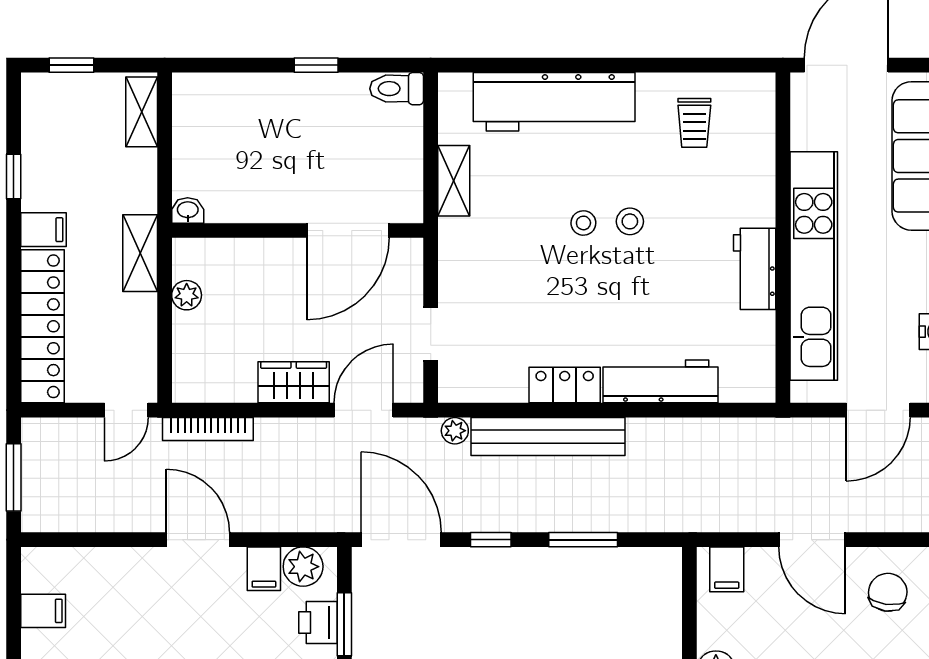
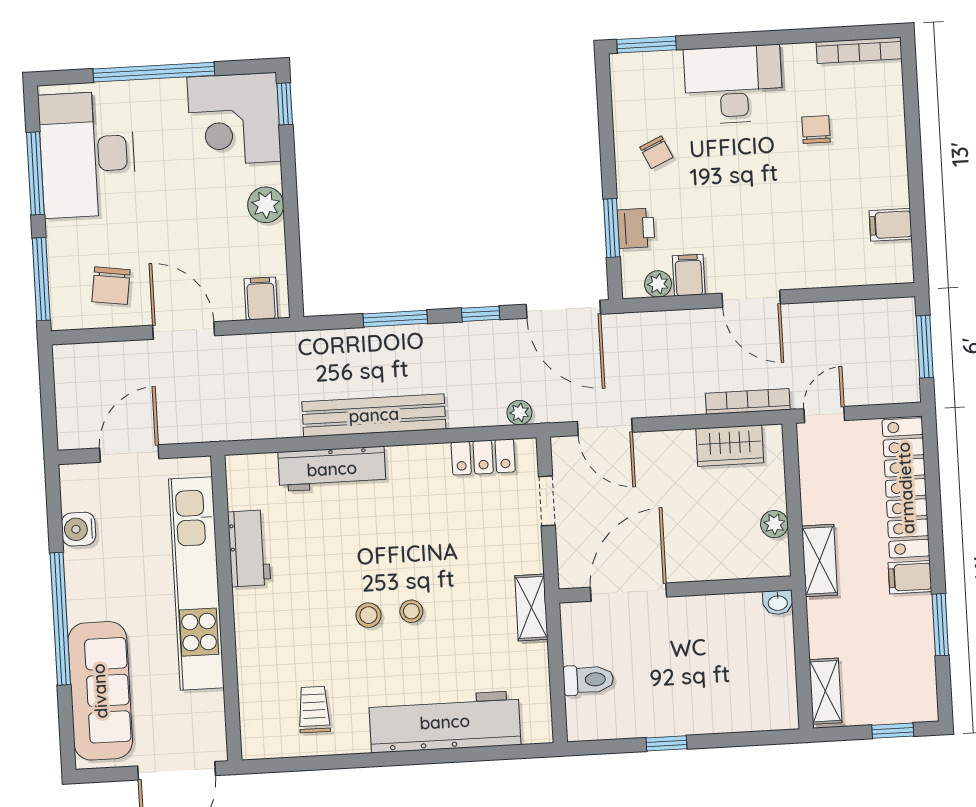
toilet: (397, 89) -> (588, 680), moved
window: (14, 177) -> (940, 625), width x1.50
shelving: (454, 181) -> (531, 607), moved
workbench: (755, 269) -> (249, 548), moved
wardrobe: (294, 382) -> (730, 446), moved
locker: (565, 385) -> (483, 457), moved
door: (364, 410) -> (605, 427), hinge flipped
bench: (548, 436) -> (374, 415), moved
plant: (303, 567) -> (658, 284), width x0.73, depth x0.73

